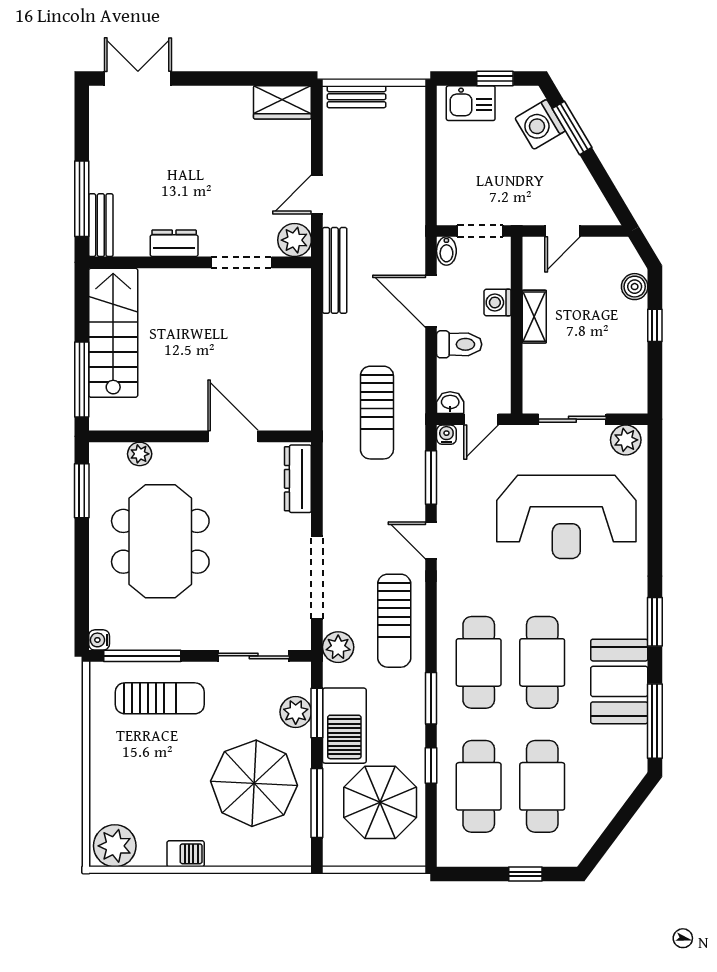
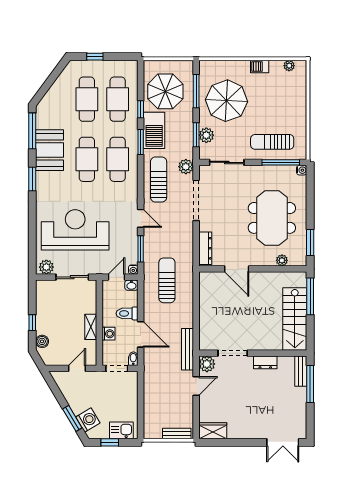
barbecue: (344, 726) -> (154, 130), moved, turned 180
plant: (115, 846) -> (289, 66), width x0.53, depth x0.53

